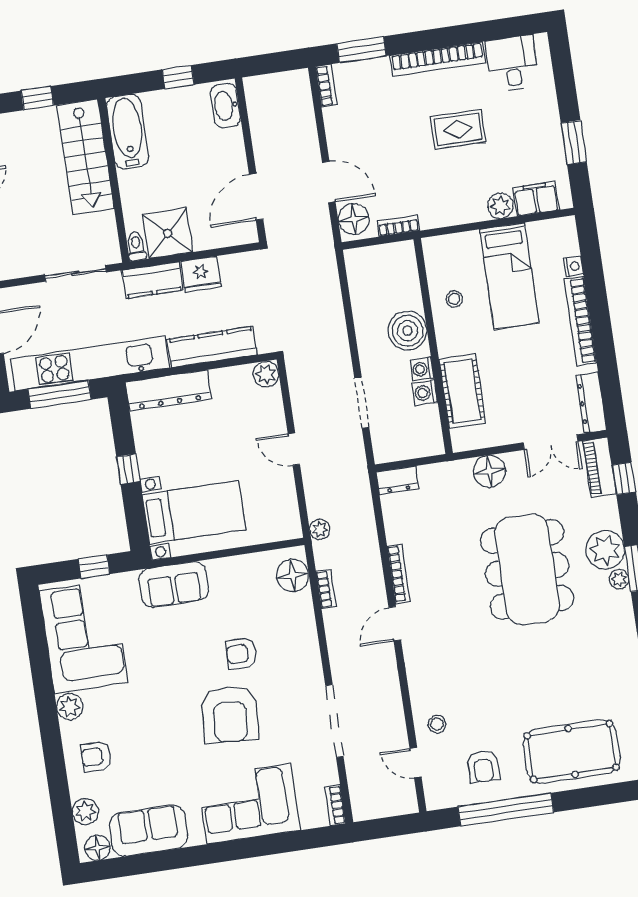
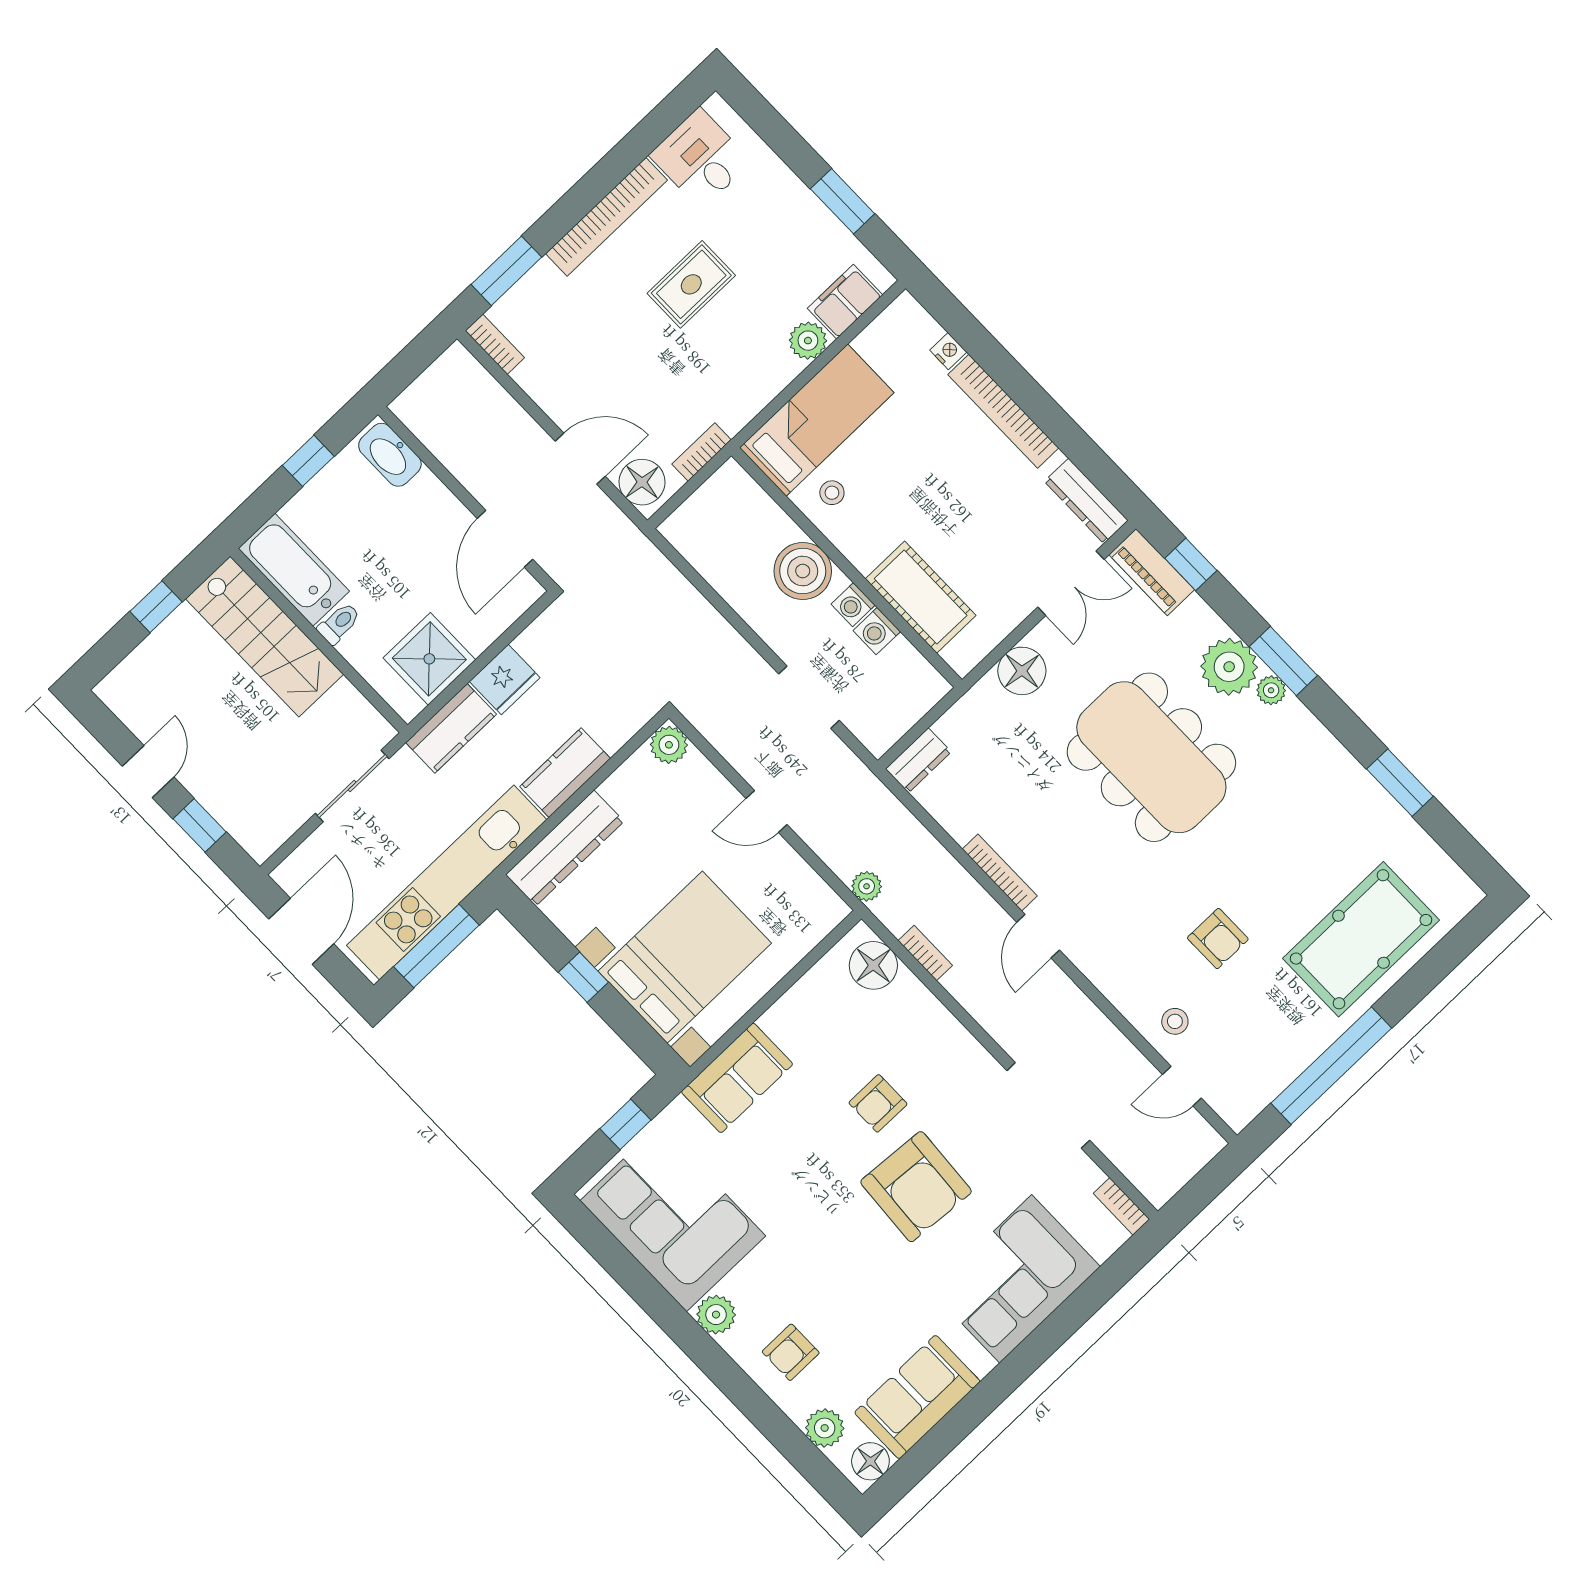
toilet: (136, 246) -> (339, 623), moved, turned 90
bed: (509, 276) -> (817, 420), moved, turned -90
kitchen counter: (212, 347) -> (565, 773), width x0.67
bed with nightstands: (194, 512) -> (685, 957), width x1.36
armchair: (483, 766) -> (1218, 939), moved

